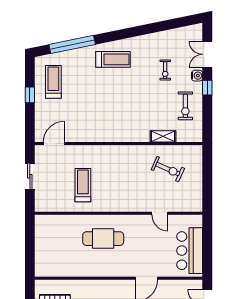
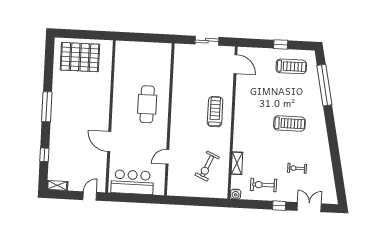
treadmill: (113, 59) -> (289, 124), moved, turned -90
water cooler: (197, 76) -> (236, 194), moved
treadmill: (83, 185) -> (215, 112), moved, turned -90

